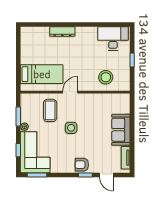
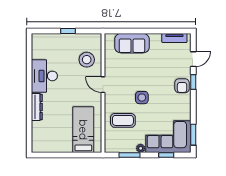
desk: (113, 38) -> (44, 76), moved
door: (70, 92) -> (103, 85), moved
sofa: (121, 130) -> (132, 43), moved

